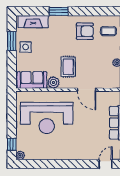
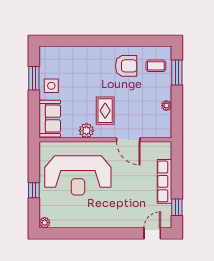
window: (59, 11) -> (93, 41), removed
fireplace: (33, 22) -> (61, 54), removed
sofa: (32, 80) -> (50, 119), moved, turned 90
window: (12, 144) -> (34, 190), moved

